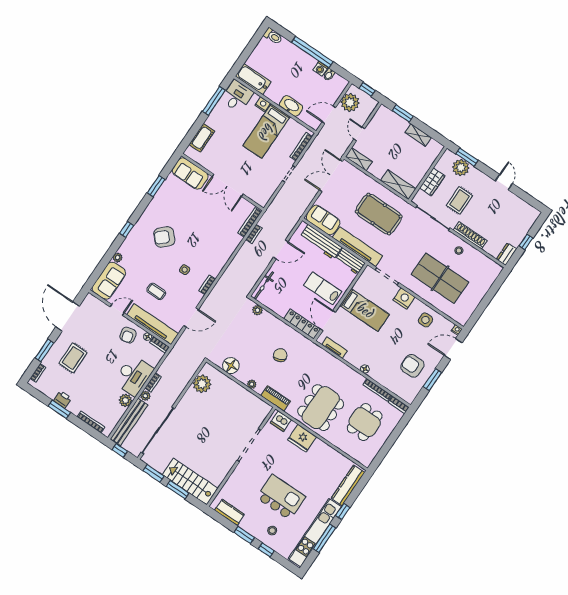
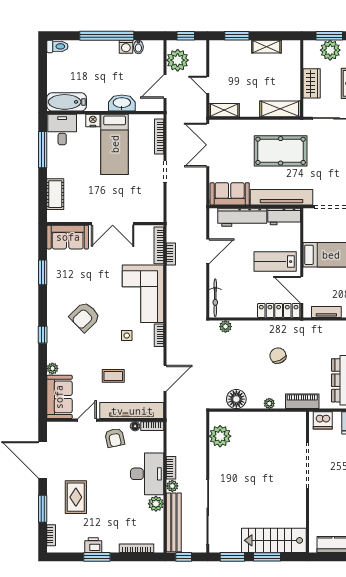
corner sofa: (216, 248) -> (143, 294), added

